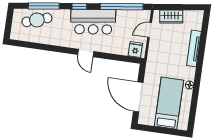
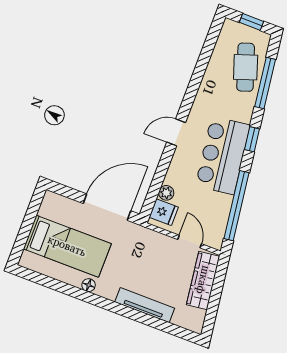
wardrobe: (171, 17) -> (203, 280), width x1.50
window: (9, 23) -> (251, 22), added
plant: (123, 51) -> (166, 193), added
door: (138, 97) -> (107, 207), moved

